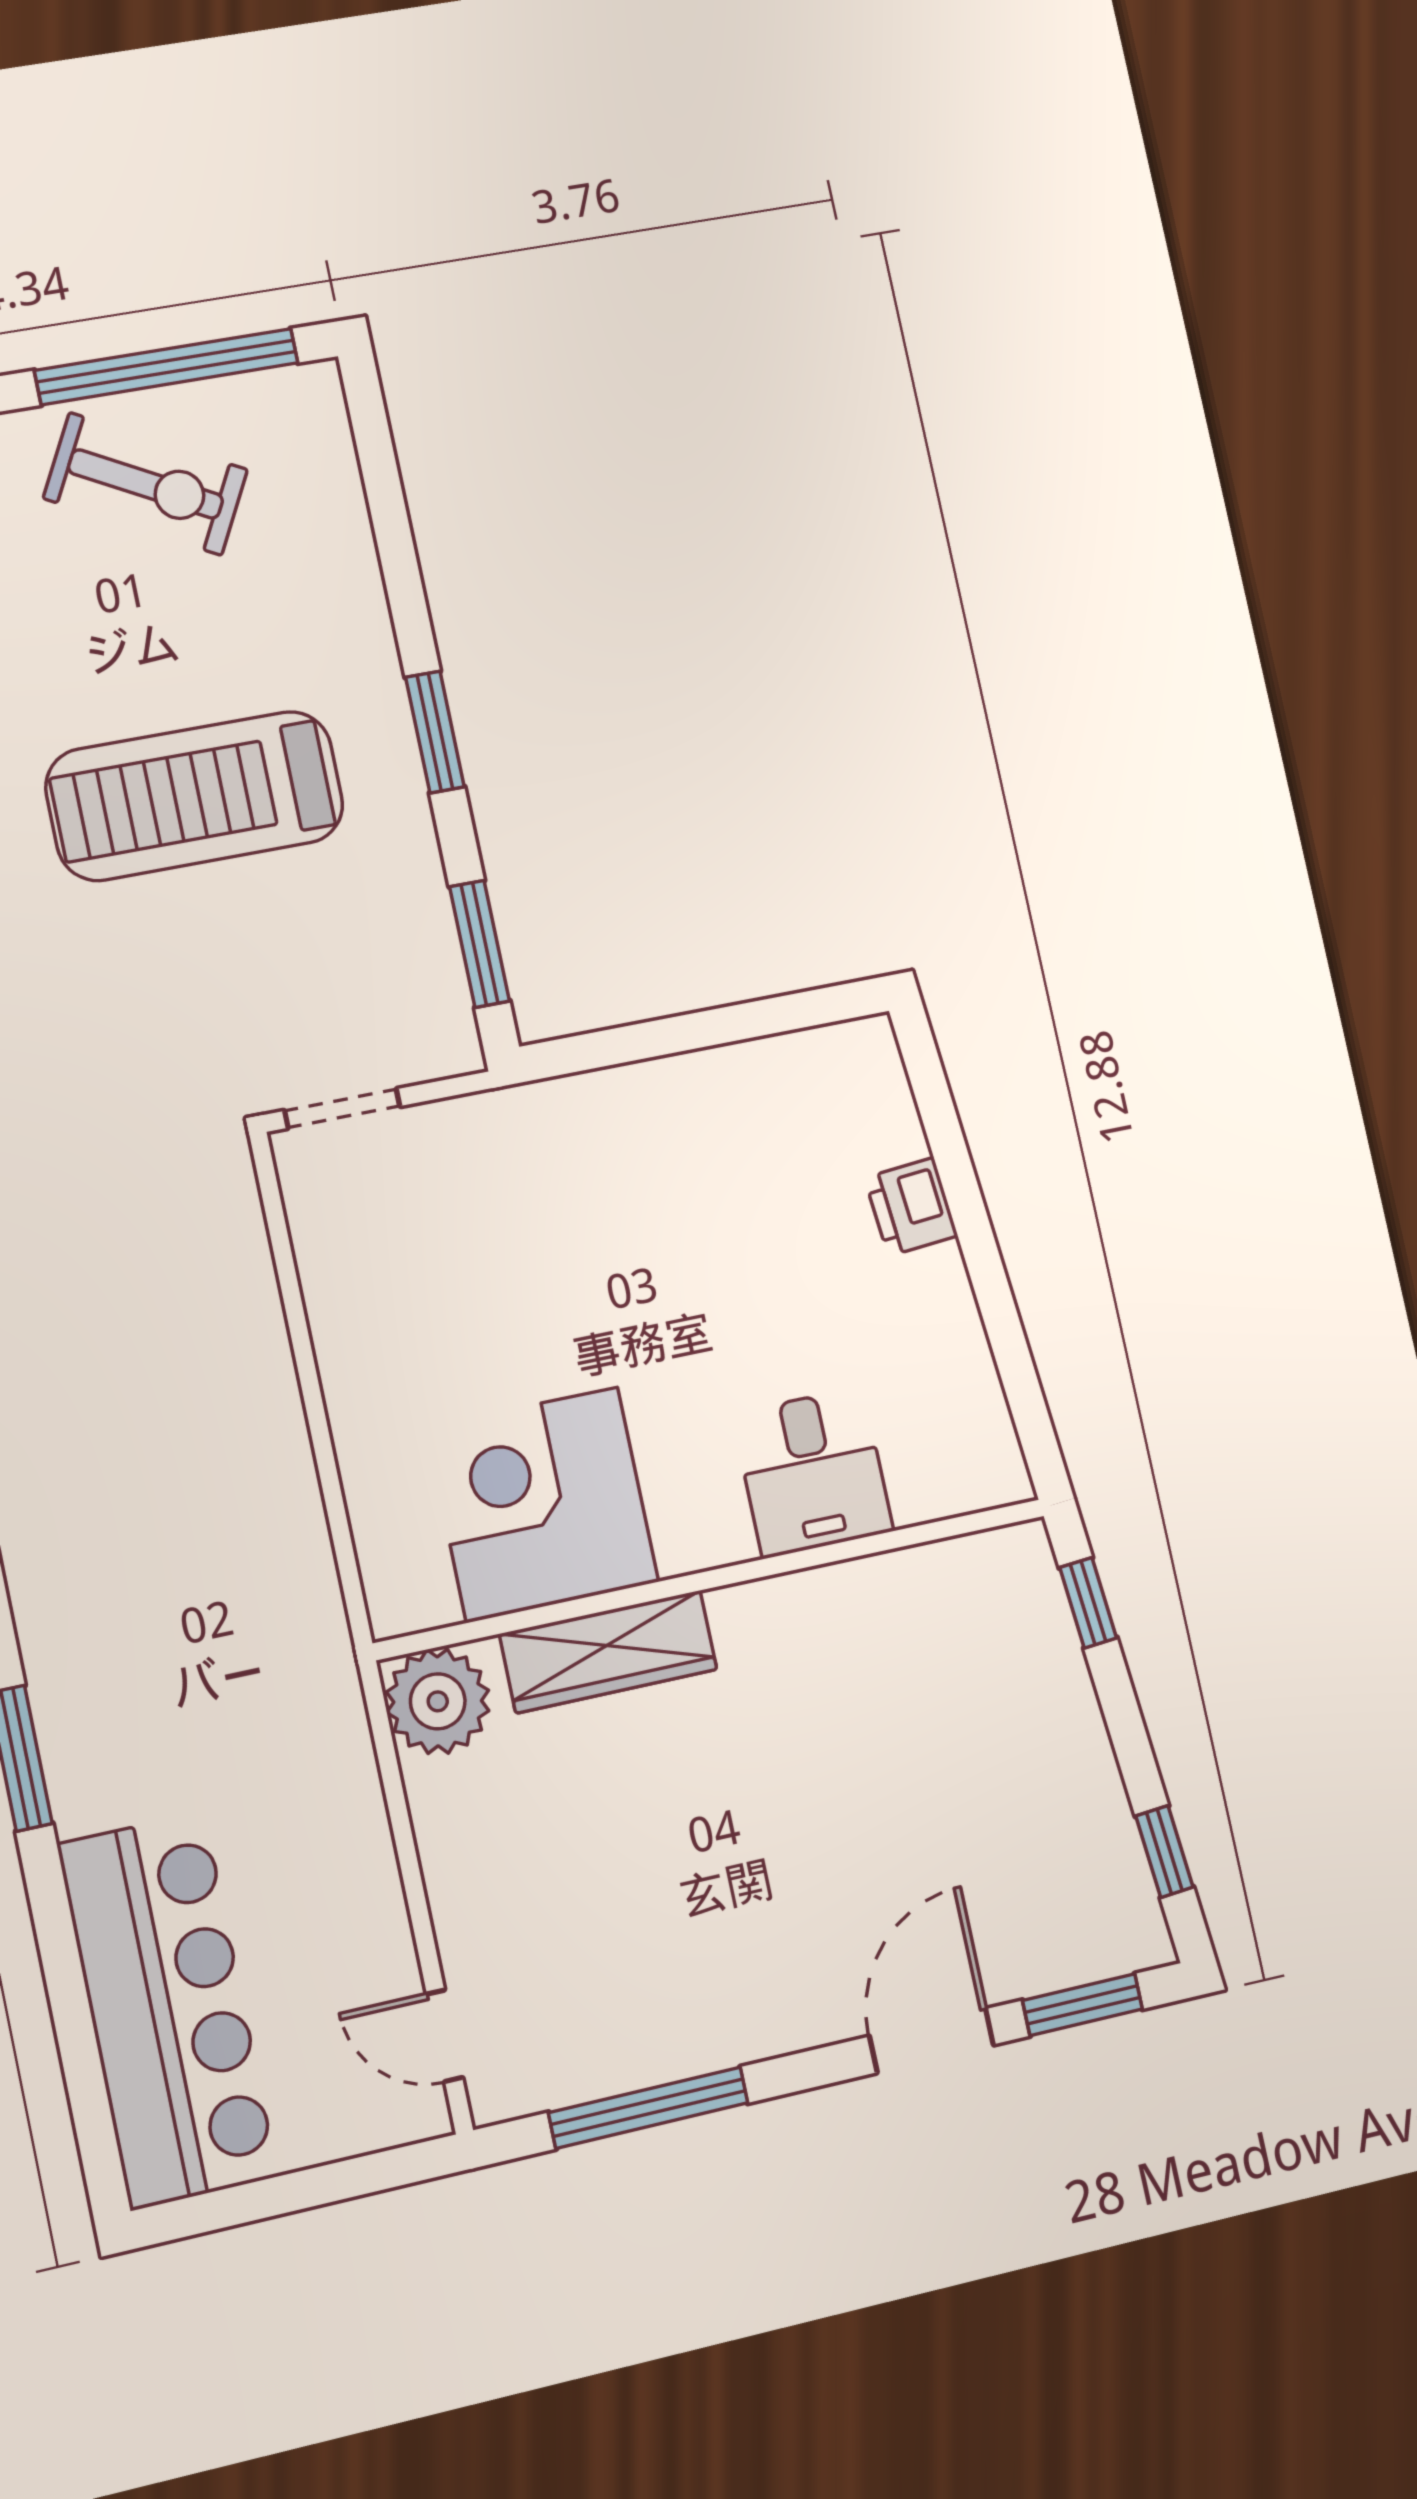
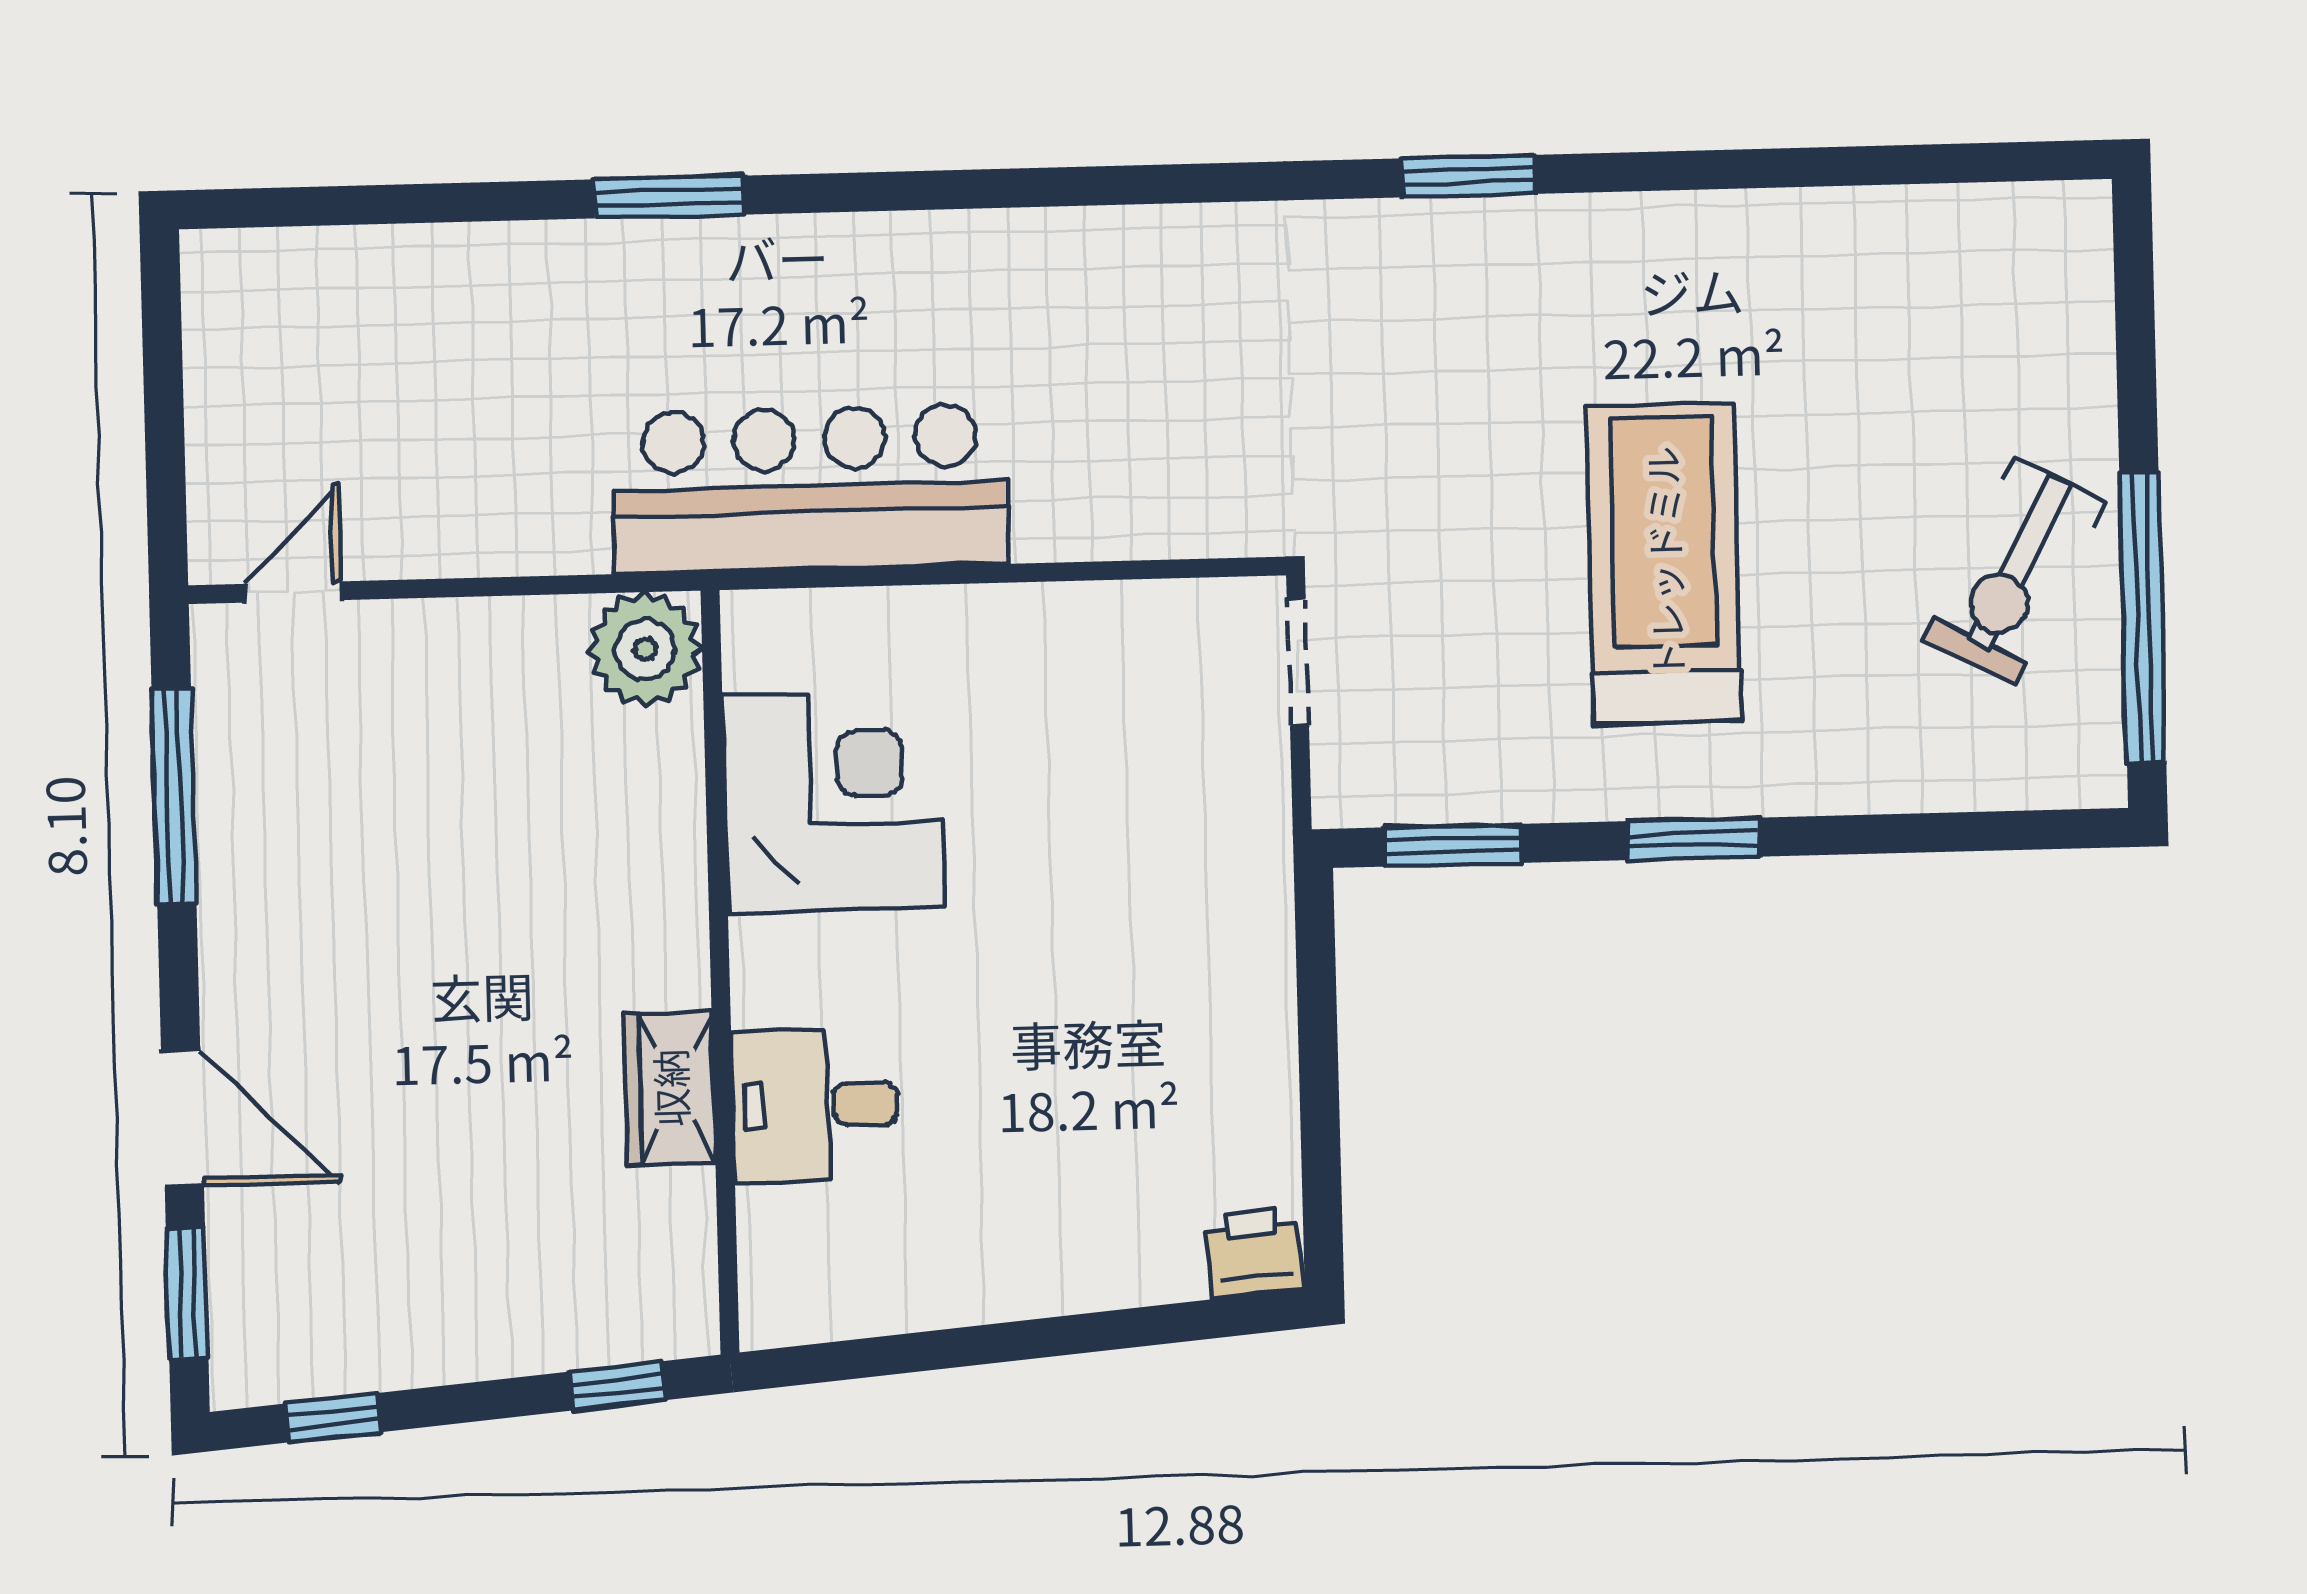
printer: (911, 1207) -> (1254, 1253), moved
wardrobe: (608, 1652) -> (670, 1088), moved, width x0.67
bar counter: (167, 2010) -> (811, 489), moved, turned 180

